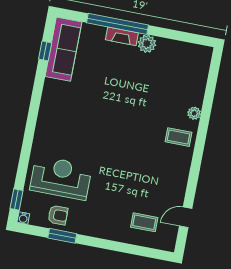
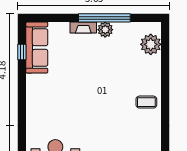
window: (117, 24) -> (104, 18), moved
plant: (194, 113) -> (151, 44), moved, width x1.87, depth x1.87

